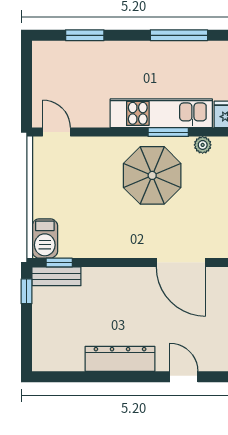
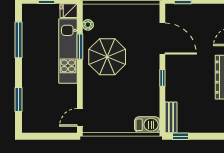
window: (59, 263) -> (162, 78), moved
door: (181, 263) -> (162, 39), hinge flipped

